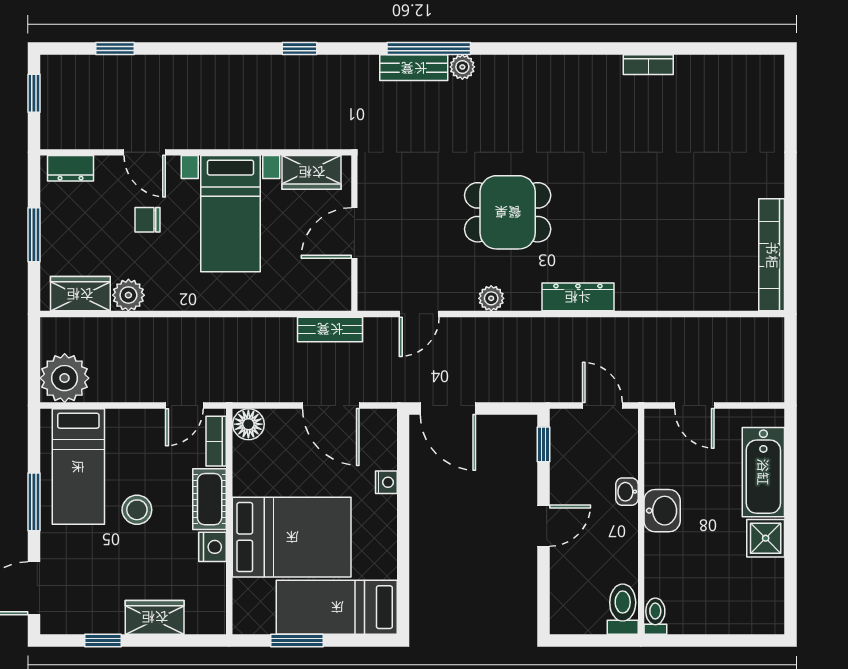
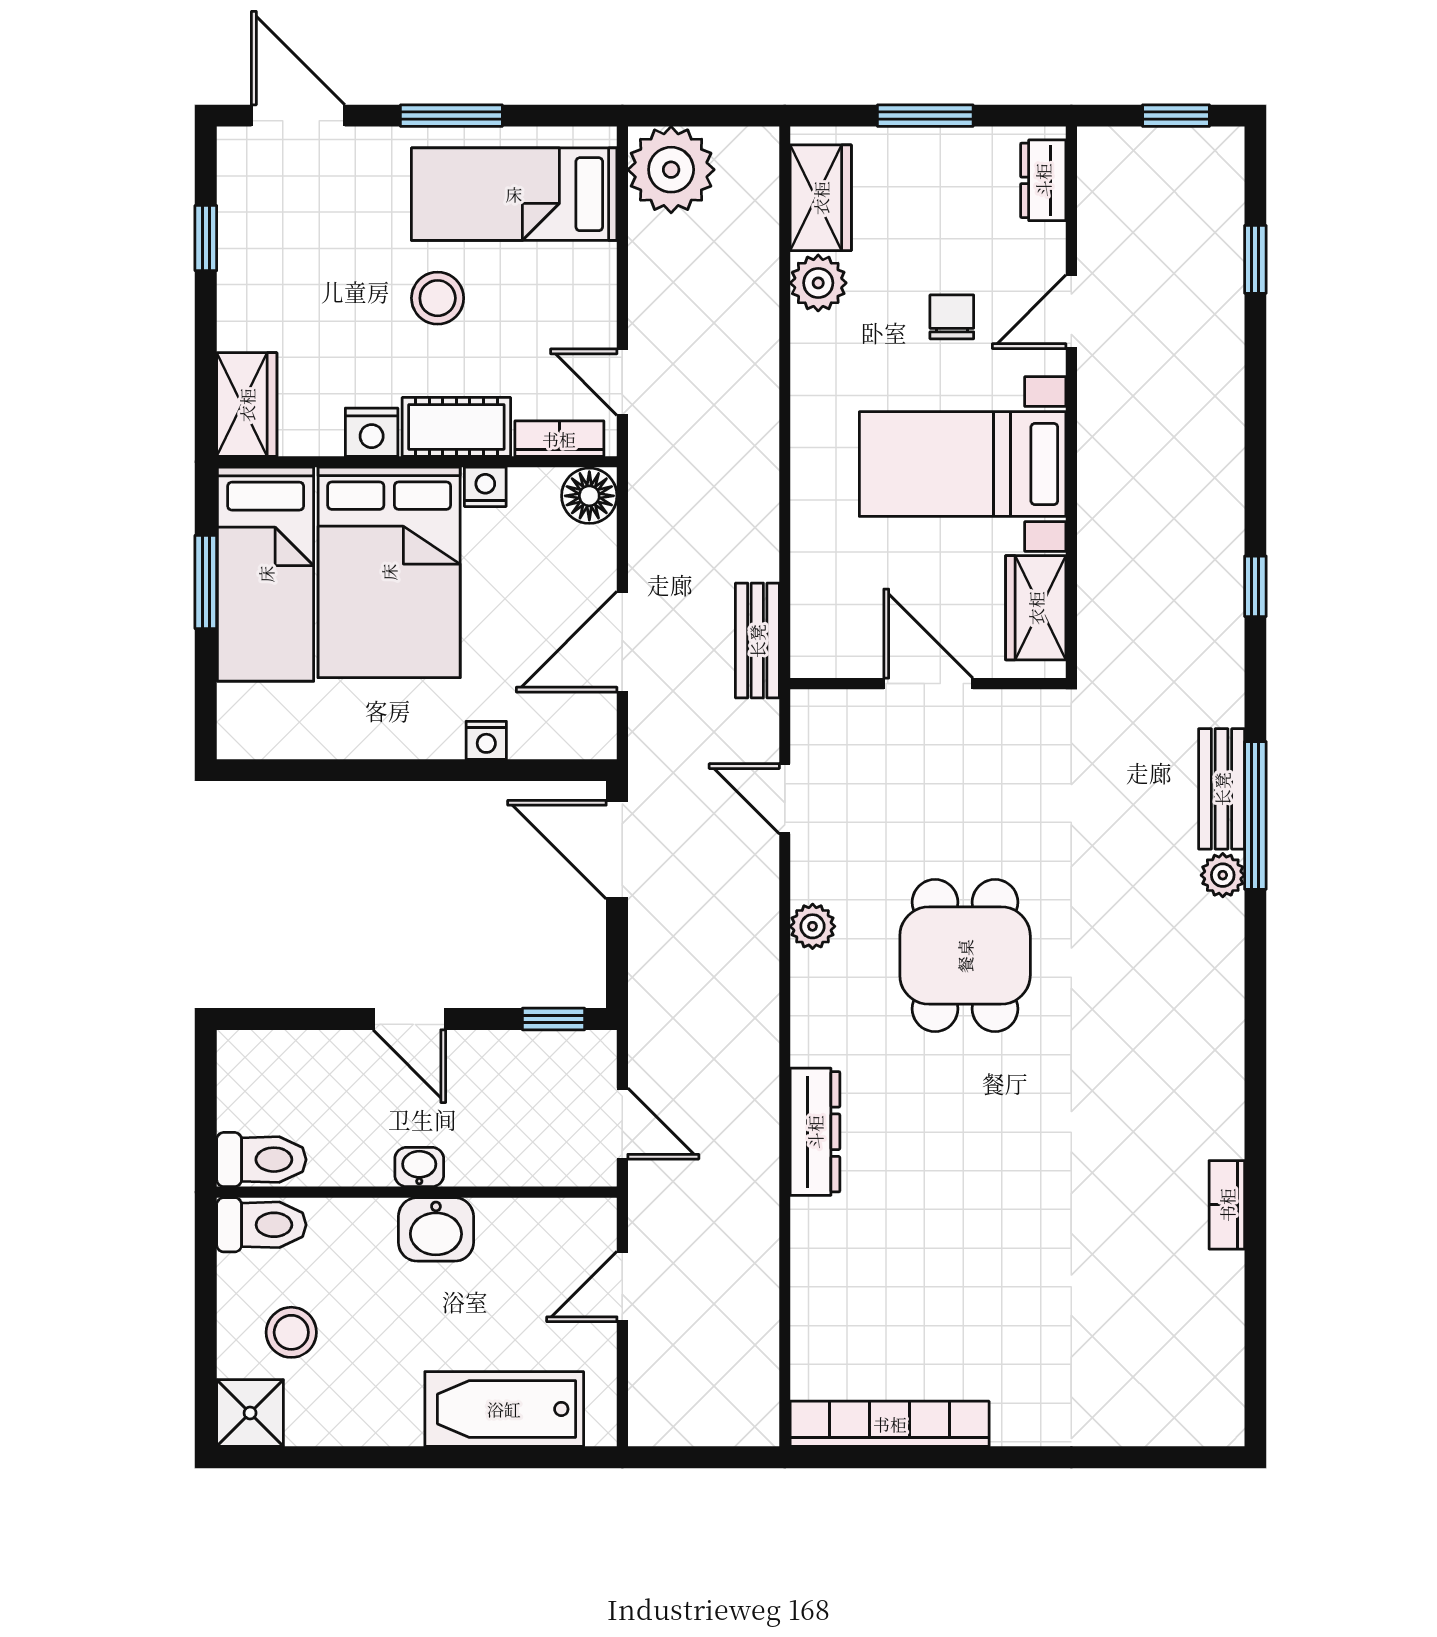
dresser: (578, 297) -> (815, 1132), moved
door: (602, 406) -> (622, 1124), hinge flipped
door: (448, 409) -> (617, 850), hinge flipped
nightstand: (243, 483) -> (485, 487), added
washbasin: (627, 492) -> (419, 1167), moved
shower: (766, 538) -> (250, 1413), moved
stool: (720, 592) -> (291, 1332), added
bed: (337, 607) -> (266, 574), moved, turned 180
toilet: (655, 616) -> (261, 1225), width x1.37, depth x1.39
wardrobe: (155, 617) -> (247, 405), moved

